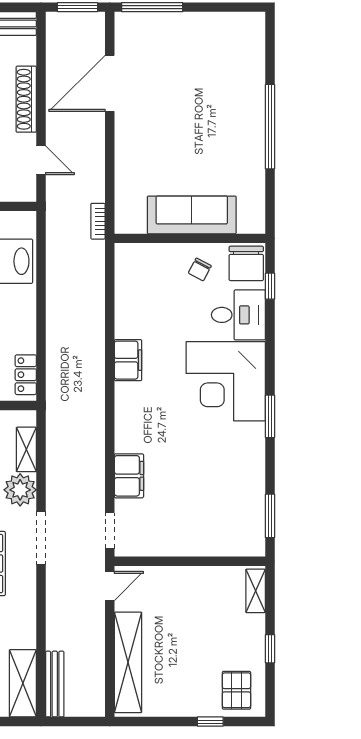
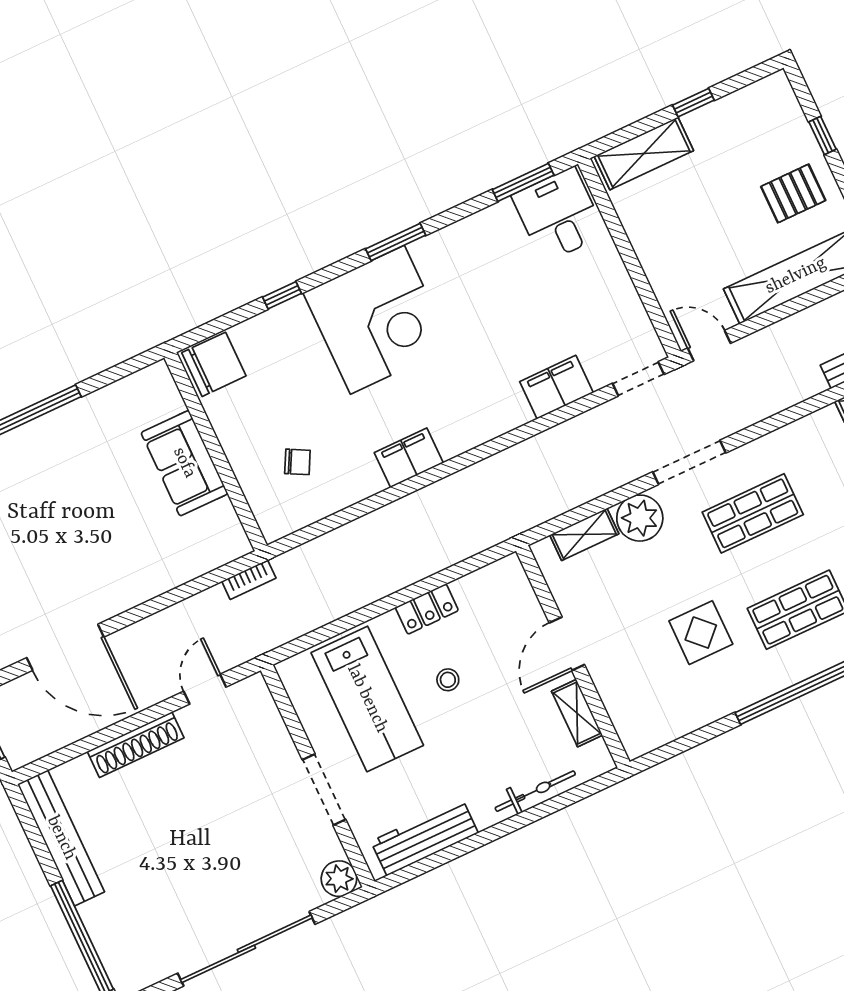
sofa: (192, 215) -> (184, 463), width x0.73
chair: (200, 269) -> (297, 462), moved
window: (270, 286) -> (282, 295), moved
desk: (238, 315) -> (559, 215), moved
locker: (26, 375) -> (427, 609), moved
shelving: (256, 591) -> (644, 153), width x1.50, depth x1.33
pallet: (236, 690) -> (793, 193), moved

